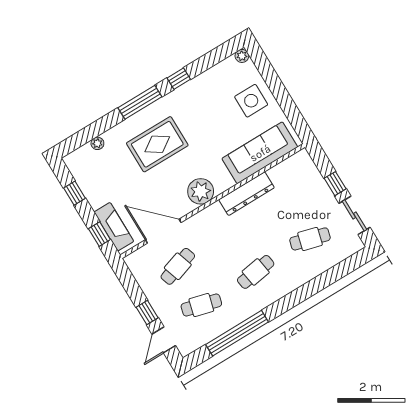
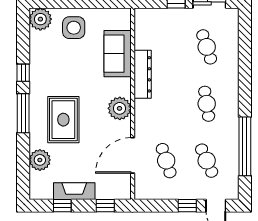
plant: (242, 56) -> (40, 19), width x1.87, depth x1.87
plant: (97, 143) -> (40, 160), width x1.88, depth x1.88
sofa: (260, 153) -> (118, 54), width x0.73
fireplace: (114, 227) -> (74, 191), moved
cafe table: (310, 239) -> (207, 47), turned -33
cafe table: (201, 305) -> (207, 161), turned -39

